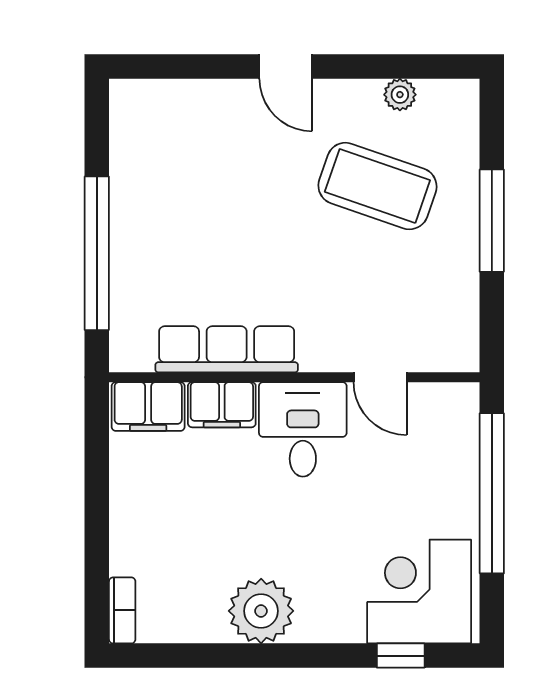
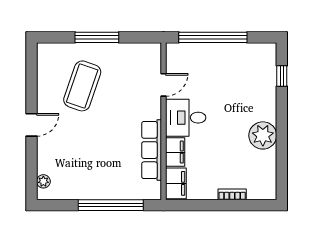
plant: (400, 95) -> (43, 181), moved
corner desk: (419, 592) -> (254, 68), removed
bookcase: (122, 610) -> (232, 194), moved

